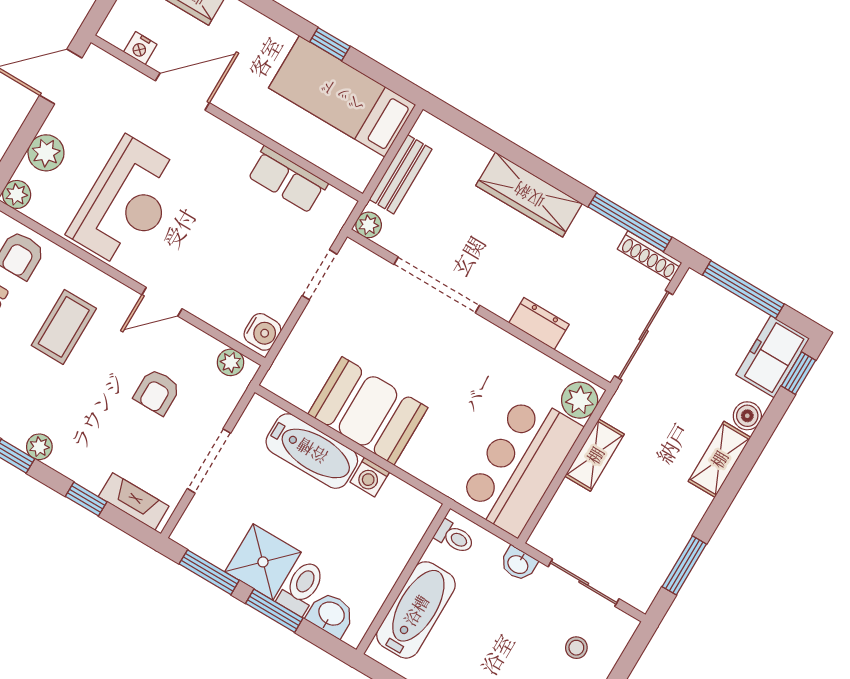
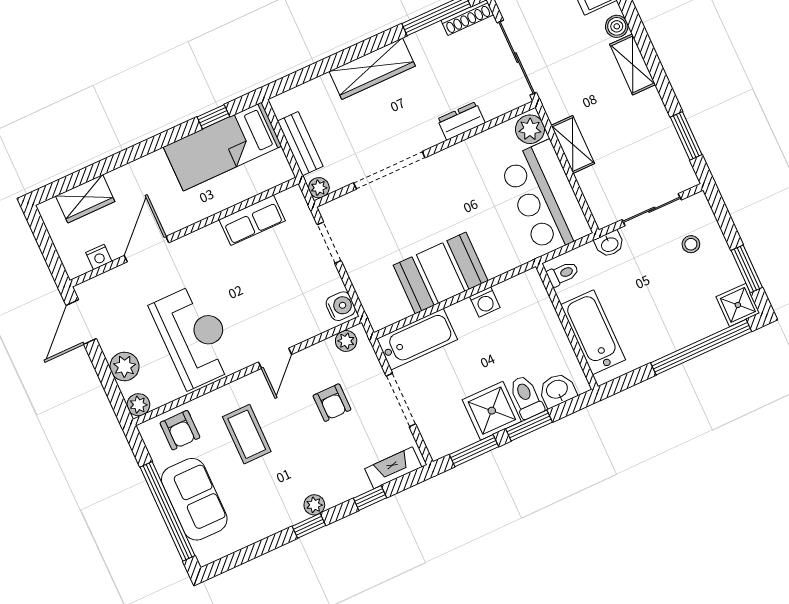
window: (330, 44) -> (213, 117), moved
bathtub: (312, 451) -> (417, 339), moved

